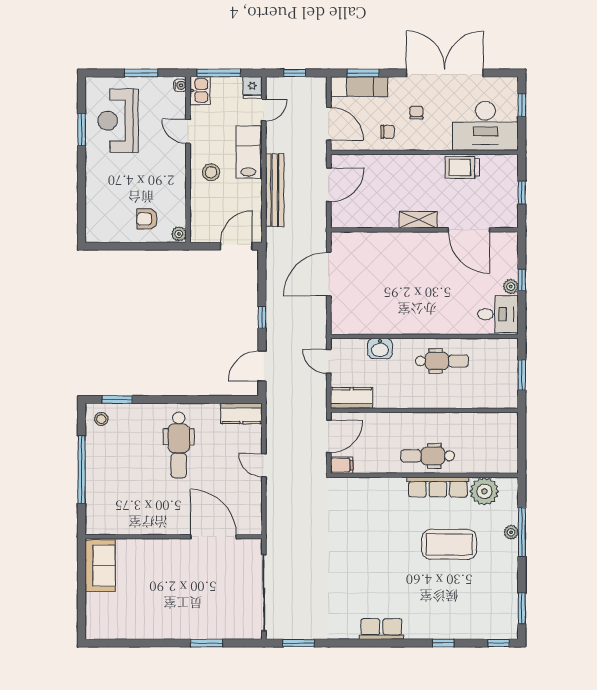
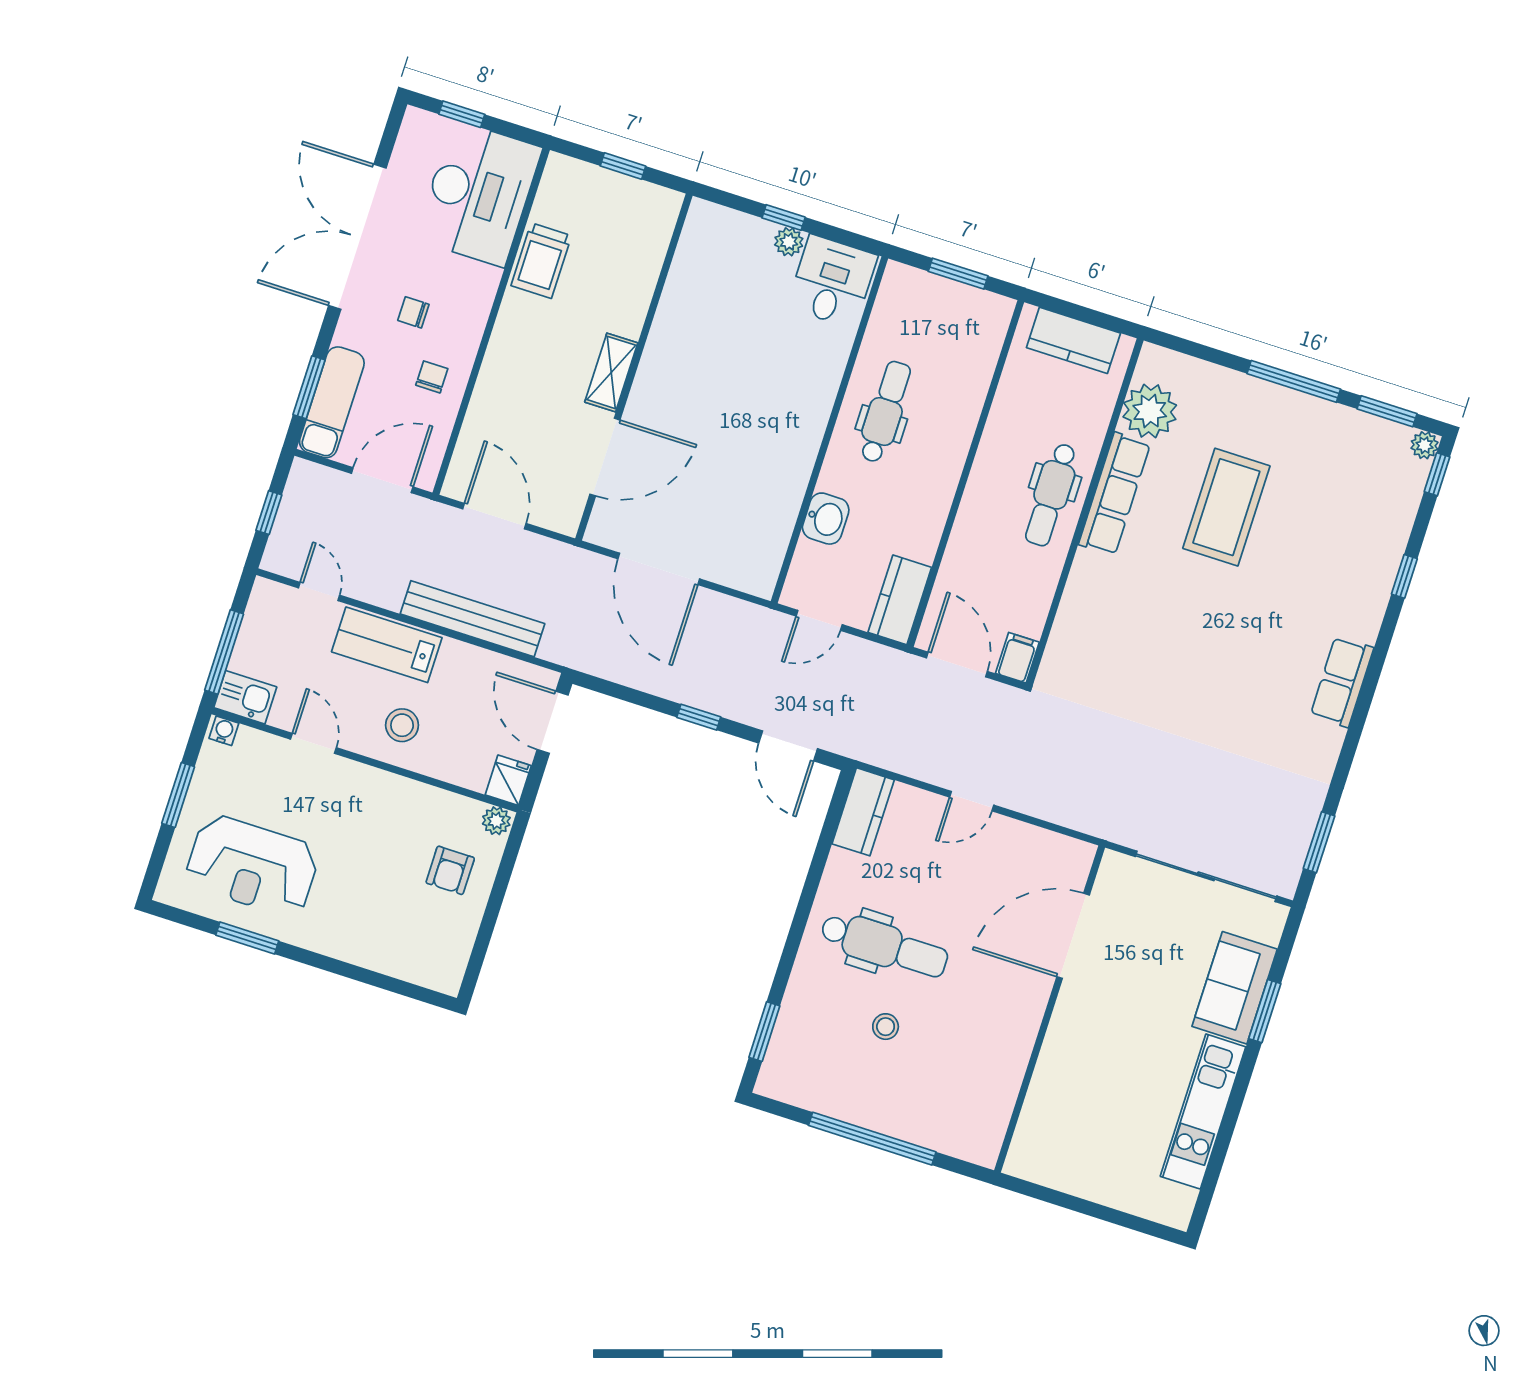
fridge: (252, 87) -> (508, 780), moved, turned -90
door: (188, 131) -> (313, 743), swing flipped
door: (469, 230) -> (605, 457), moved
stool: (101, 419) -> (886, 1027), moved
kitchen counter: (507, 442) -> (1073, 340), added
plant: (511, 532) -> (1425, 445), moved
window: (522, 532) -> (1294, 381), moved
sofa: (100, 566) -> (1235, 988), moved, turned -90
kitchen unit: (147, 629) -> (1203, 1112), added

